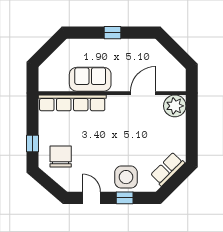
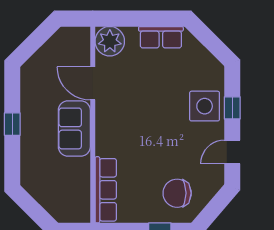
sofa: (90, 79) -> (74, 128), moved
row of seats: (72, 103) -> (106, 190), width x0.73
row of seats: (168, 169) -> (161, 37), moved, turned -45

